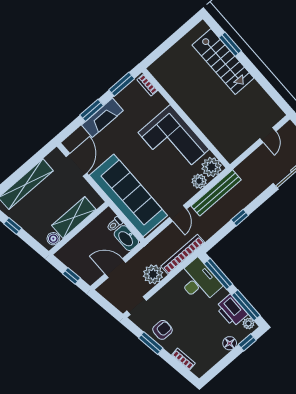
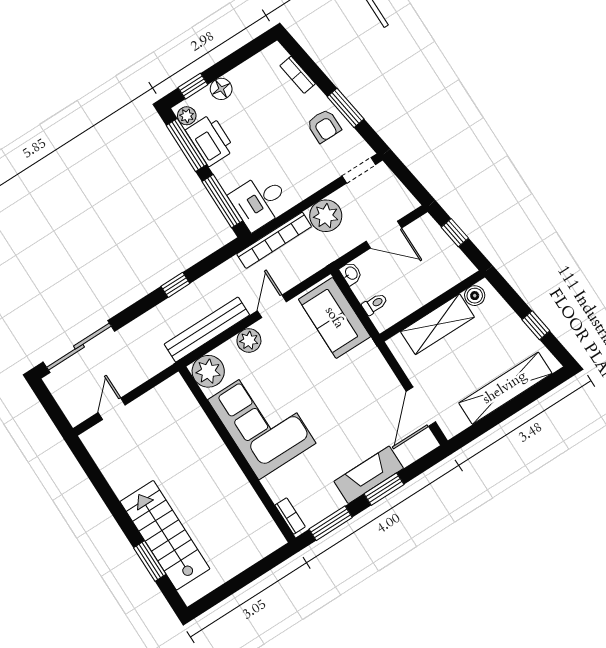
plant: (199, 181) -> (249, 340), moved
sofa: (128, 195) -> (334, 318), width x0.54, depth x0.79
washbasin: (126, 238) -> (351, 273), width x0.52, depth x0.69
desk: (199, 281) -> (260, 201), width x0.73
armchair: (162, 330) -> (324, 126), turned -90

